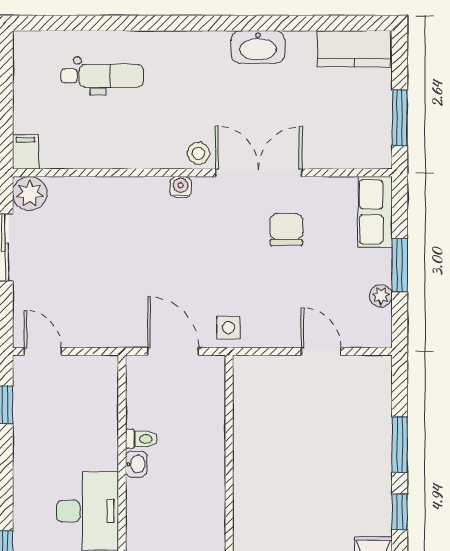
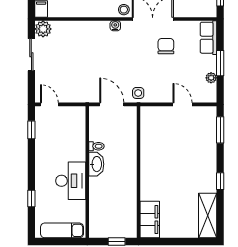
window: (400, 445) -> (220, 130), moved
washbasin: (136, 464) -> (96, 164), width x1.91, depth x1.45

